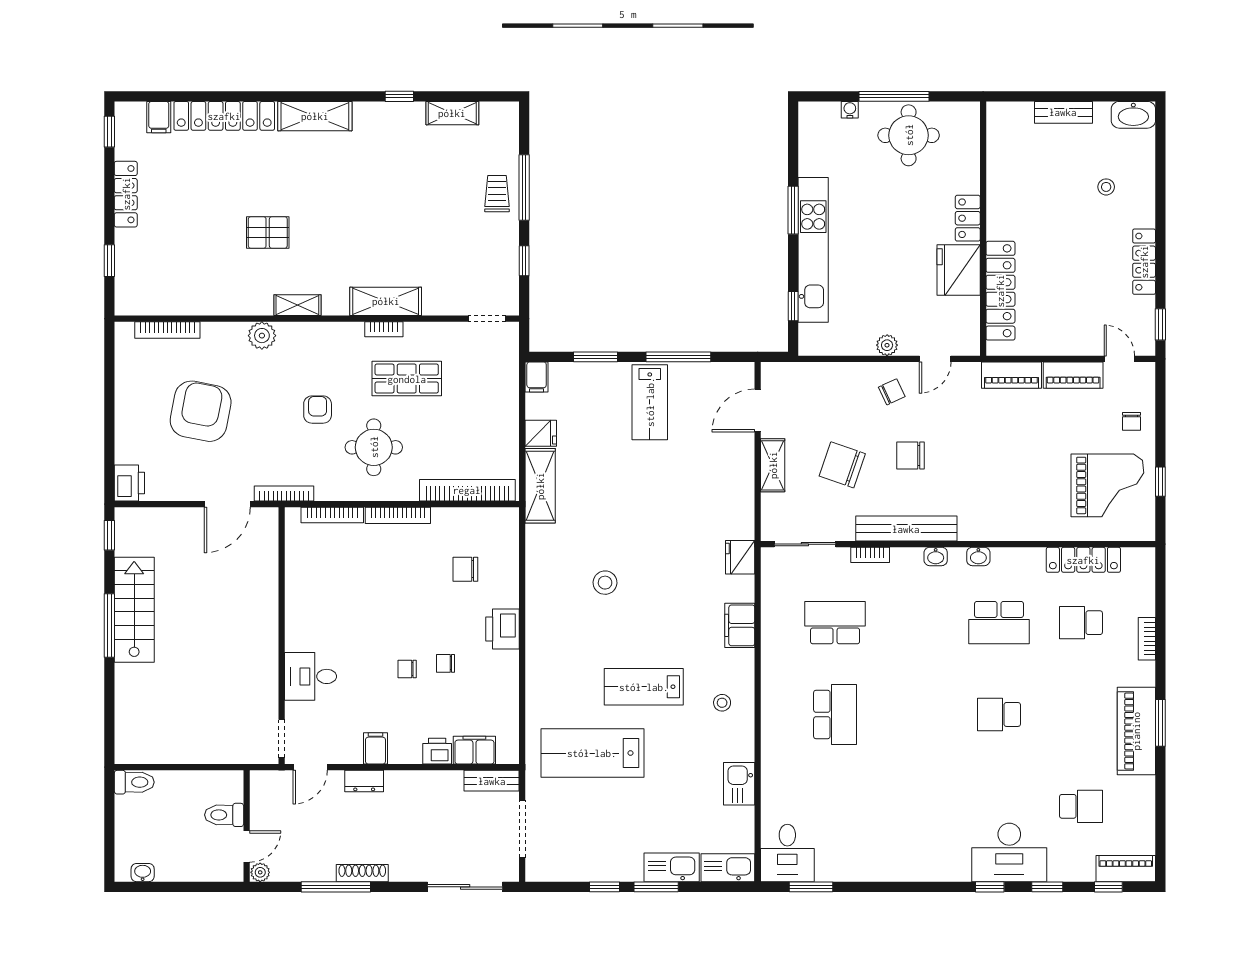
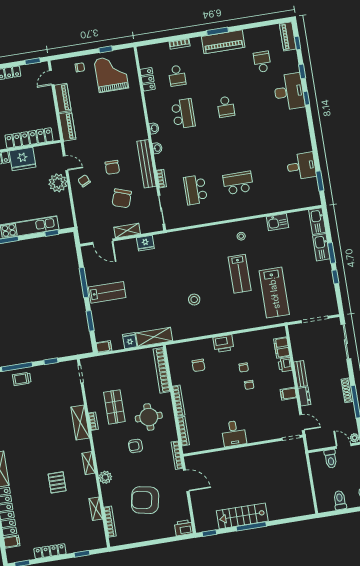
shelving: (199, 305) -> (96, 509), added
plant: (887, 345) -> (58, 183), width x1.88, depth x1.88
fridge: (740, 557) -> (145, 243), moved
locker: (1083, 560) -> (148, 79), width x0.66
filing cabinet: (740, 625) -> (204, 234), removed
desk: (311, 676) -> (234, 433), moved
bench: (492, 781) -> (301, 374), moved
toilet: (134, 782) -> (340, 500), moved
desk: (787, 853) -> (301, 166), moved

